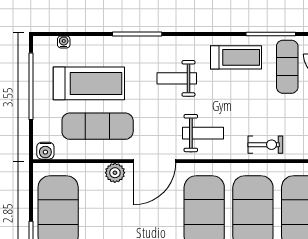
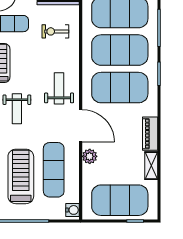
exercise bike: (265, 145) -> (55, 31), moved, turned -90

